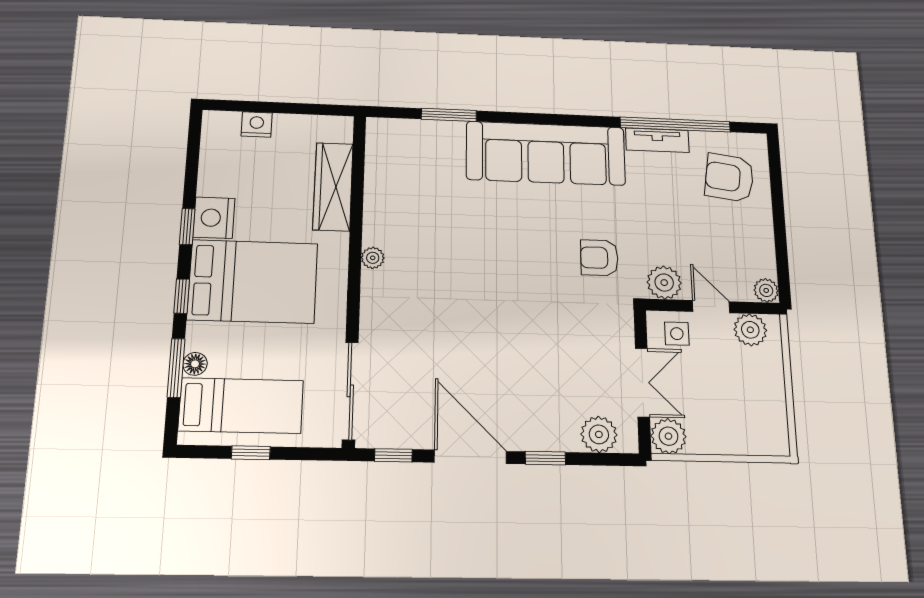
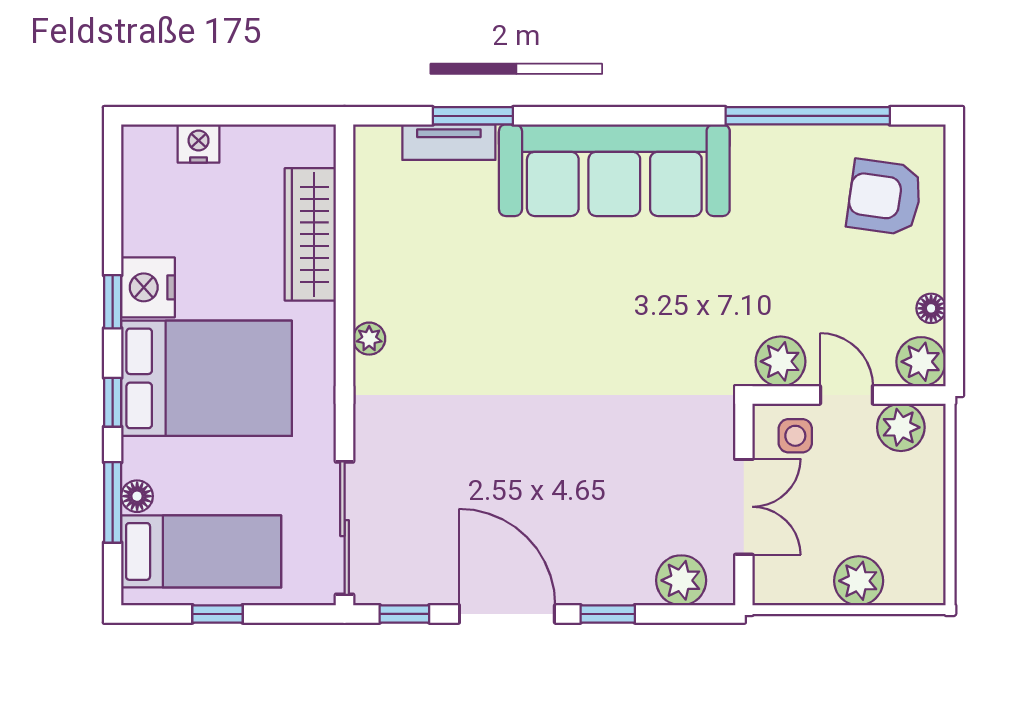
tv unit: (657, 140) -> (449, 142), moved
floor lamp: (766, 251) -> (931, 308), added
armchair: (599, 258) -> (689, 327), removed
plant: (766, 290) -> (921, 362), width x1.38, depth x1.38
plant: (668, 436) -> (859, 581), moved

